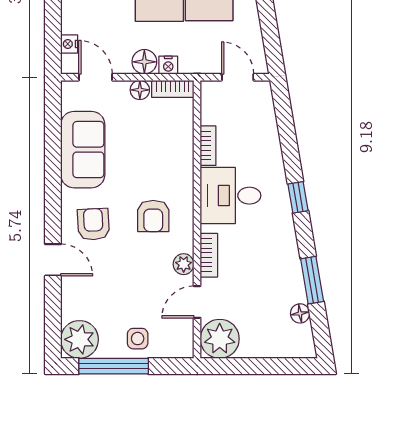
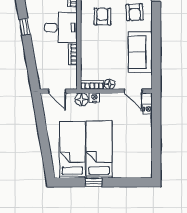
floor lamp: (144, 62) -> (82, 99), moved

